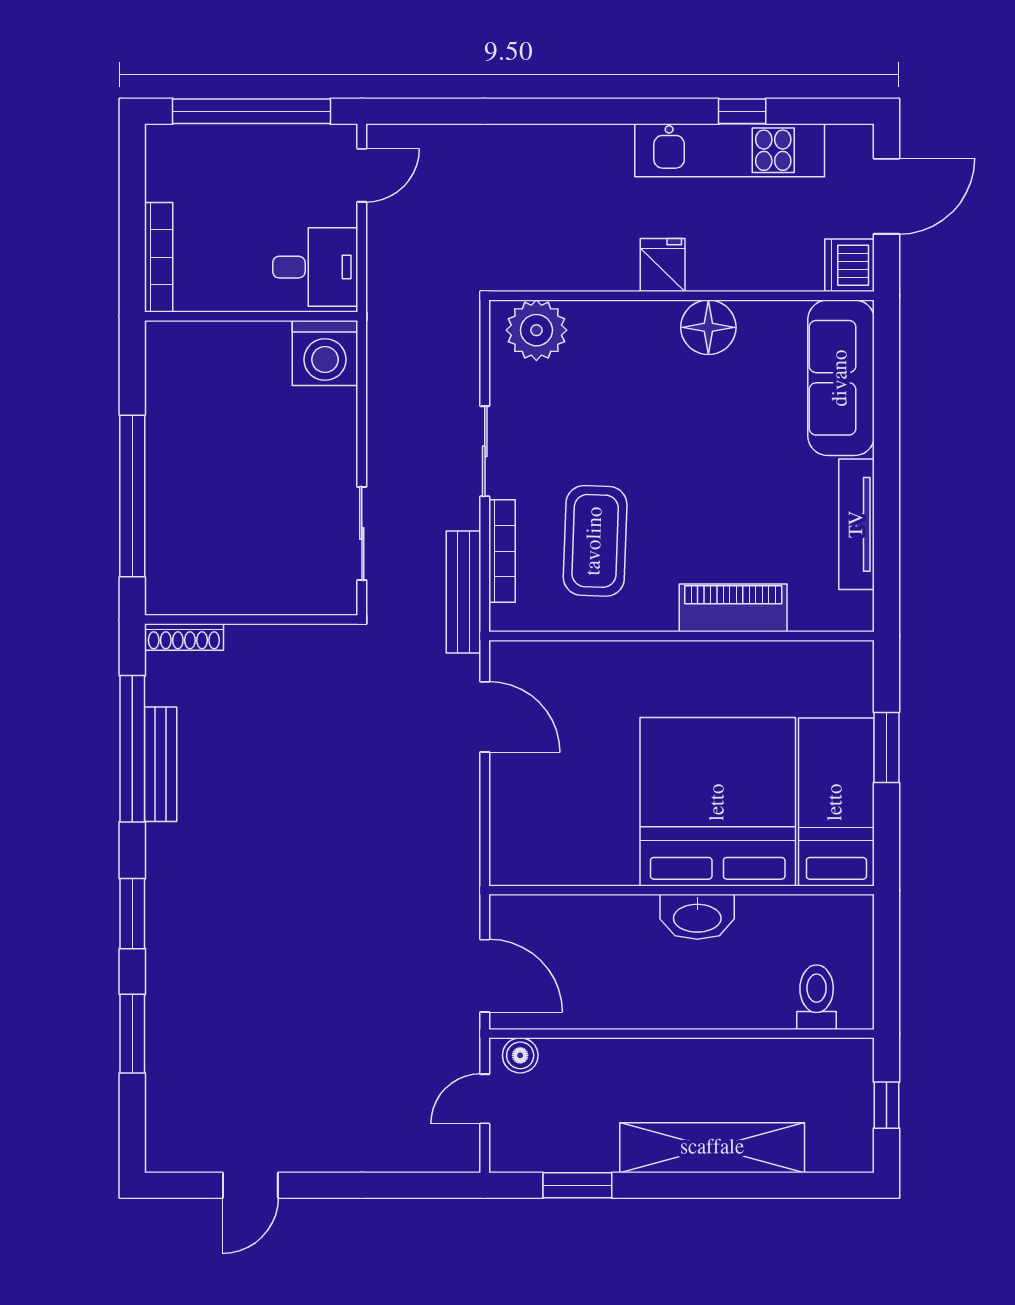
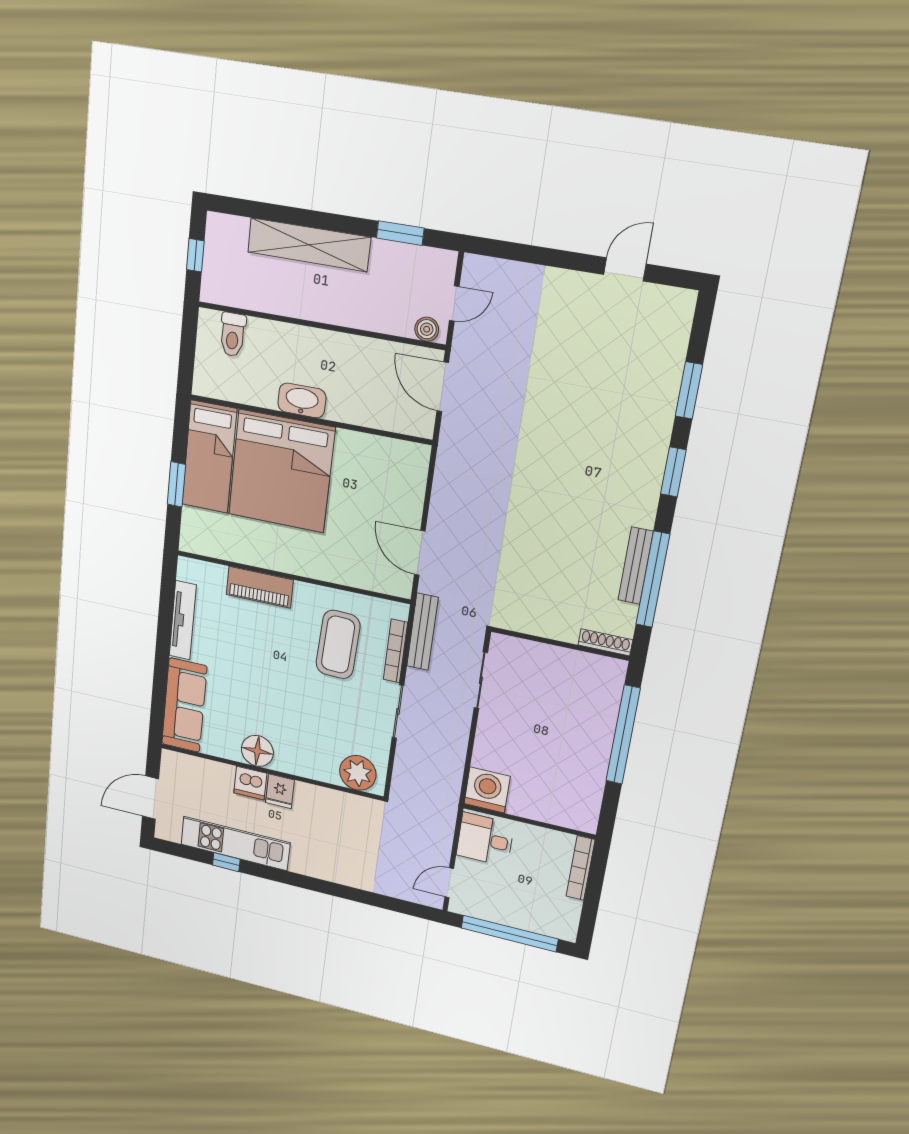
dishwasher: (850, 265) -> (250, 783), moved, turned 90

